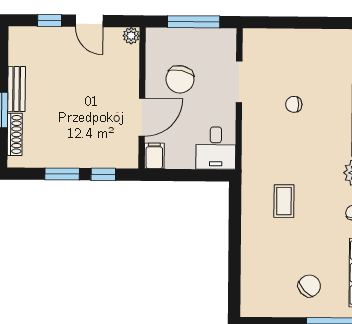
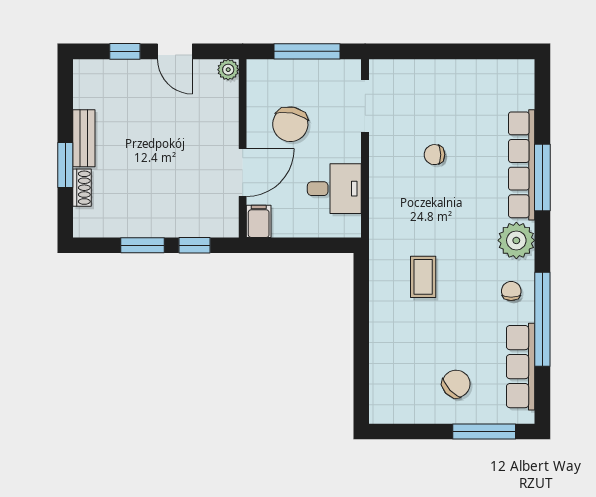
doorway: (239, 82) -> (365, 106), moved
shoe rack: (15, 134) -> (82, 188), width x0.70
desk: (216, 148) -> (334, 189), moved, turned -90

